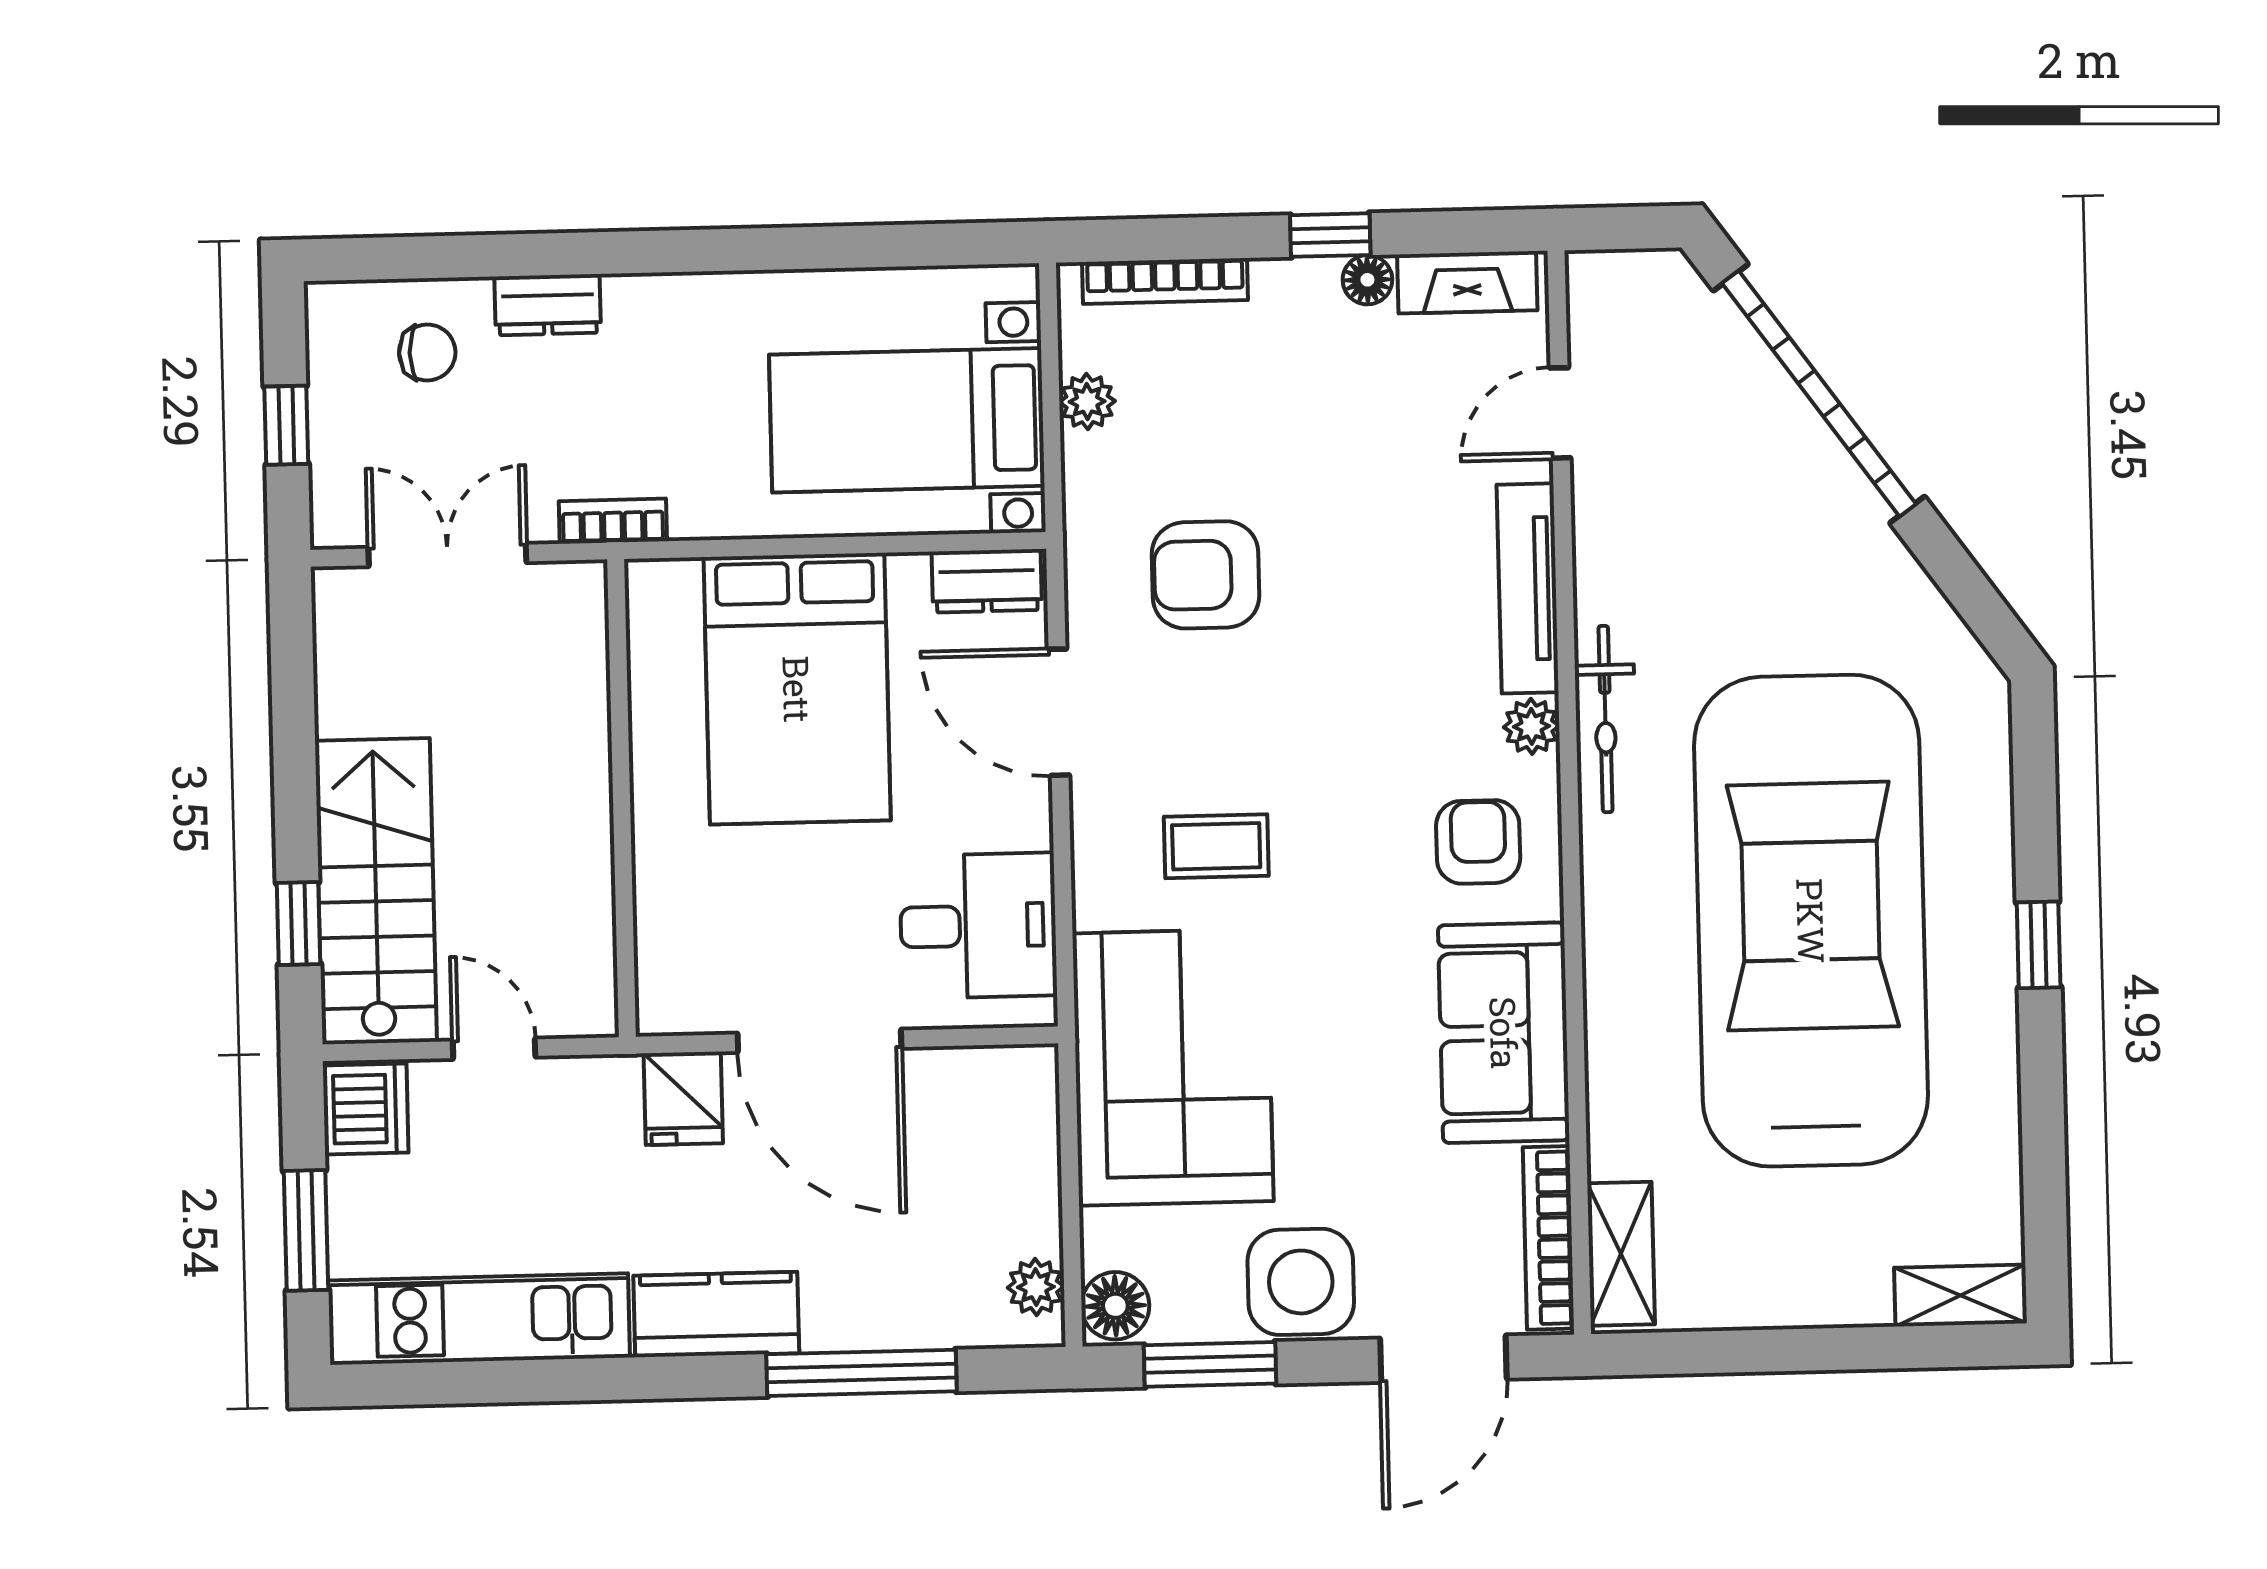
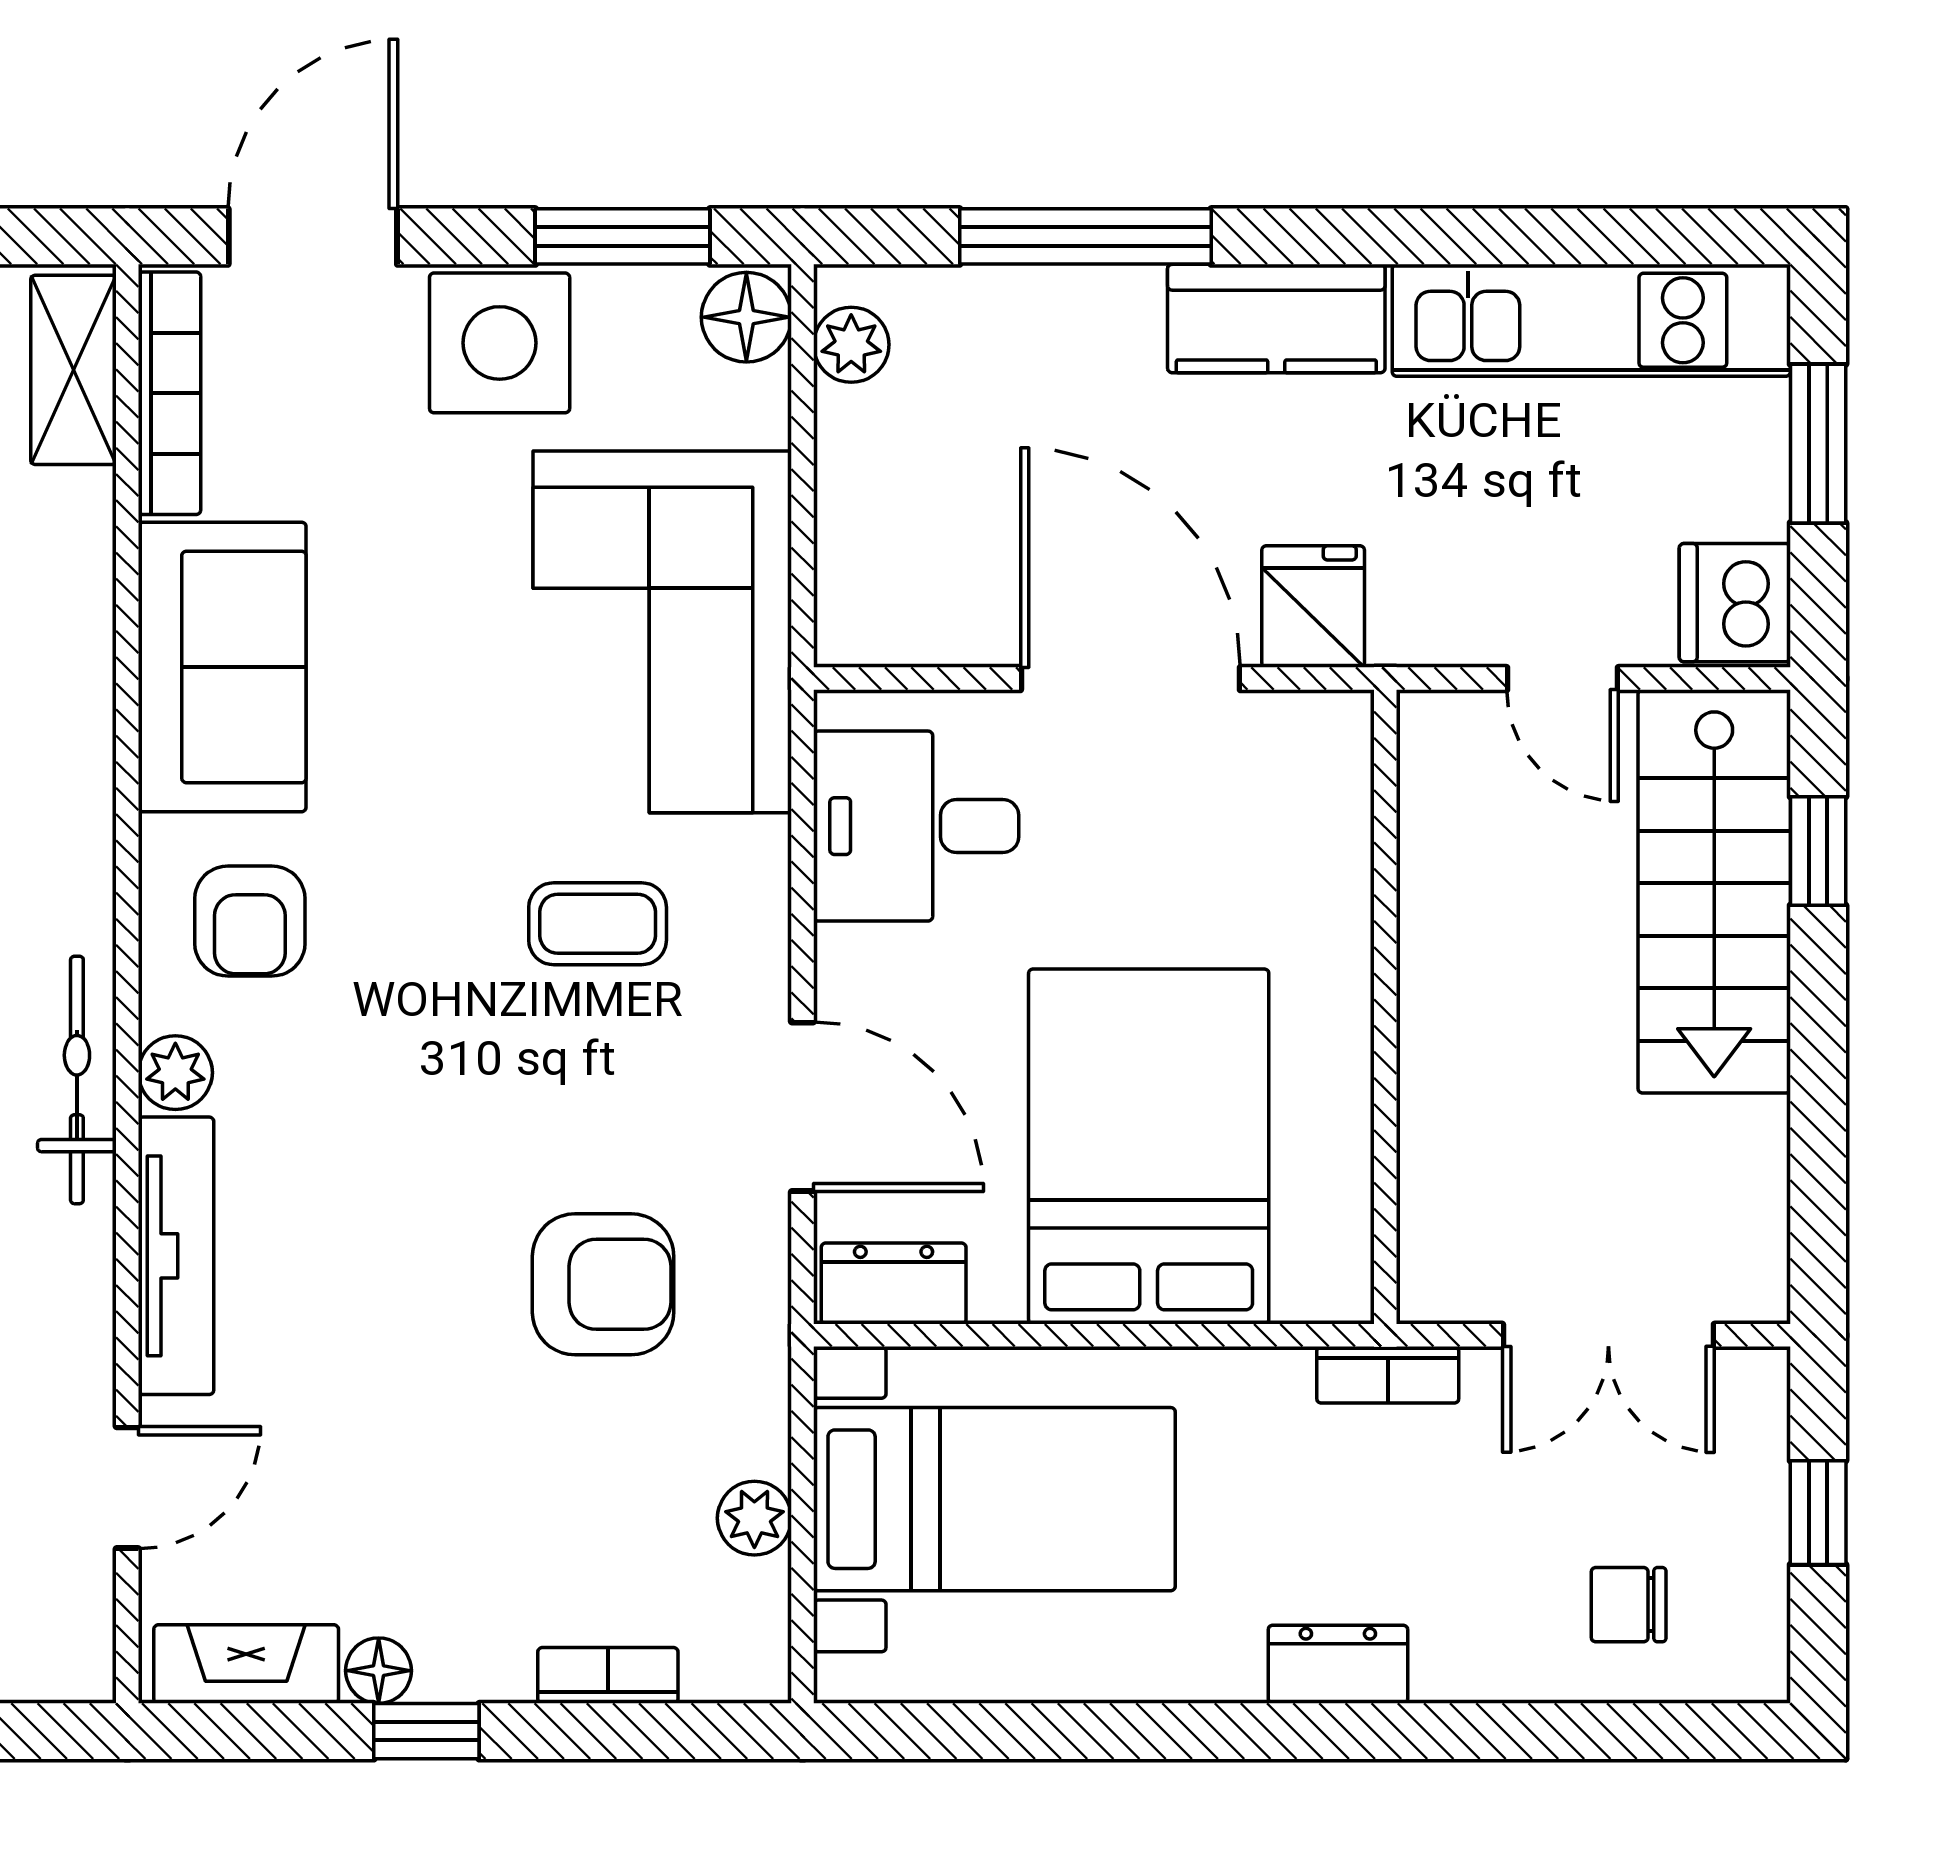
bookcase: (1165, 281) -> (608, 1675), width x0.64
dresser: (548, 305) -> (1338, 1664), moved

